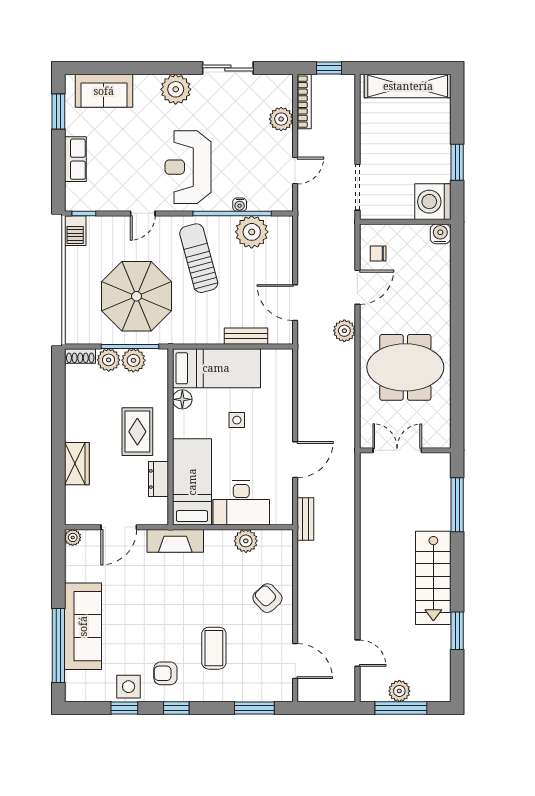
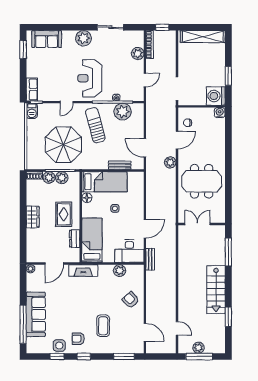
row of seats: (75, 159) -> (32, 89), moved
wardrobe: (77, 464) -> (33, 217), moved
desk: (241, 503) -> (129, 251), moved

